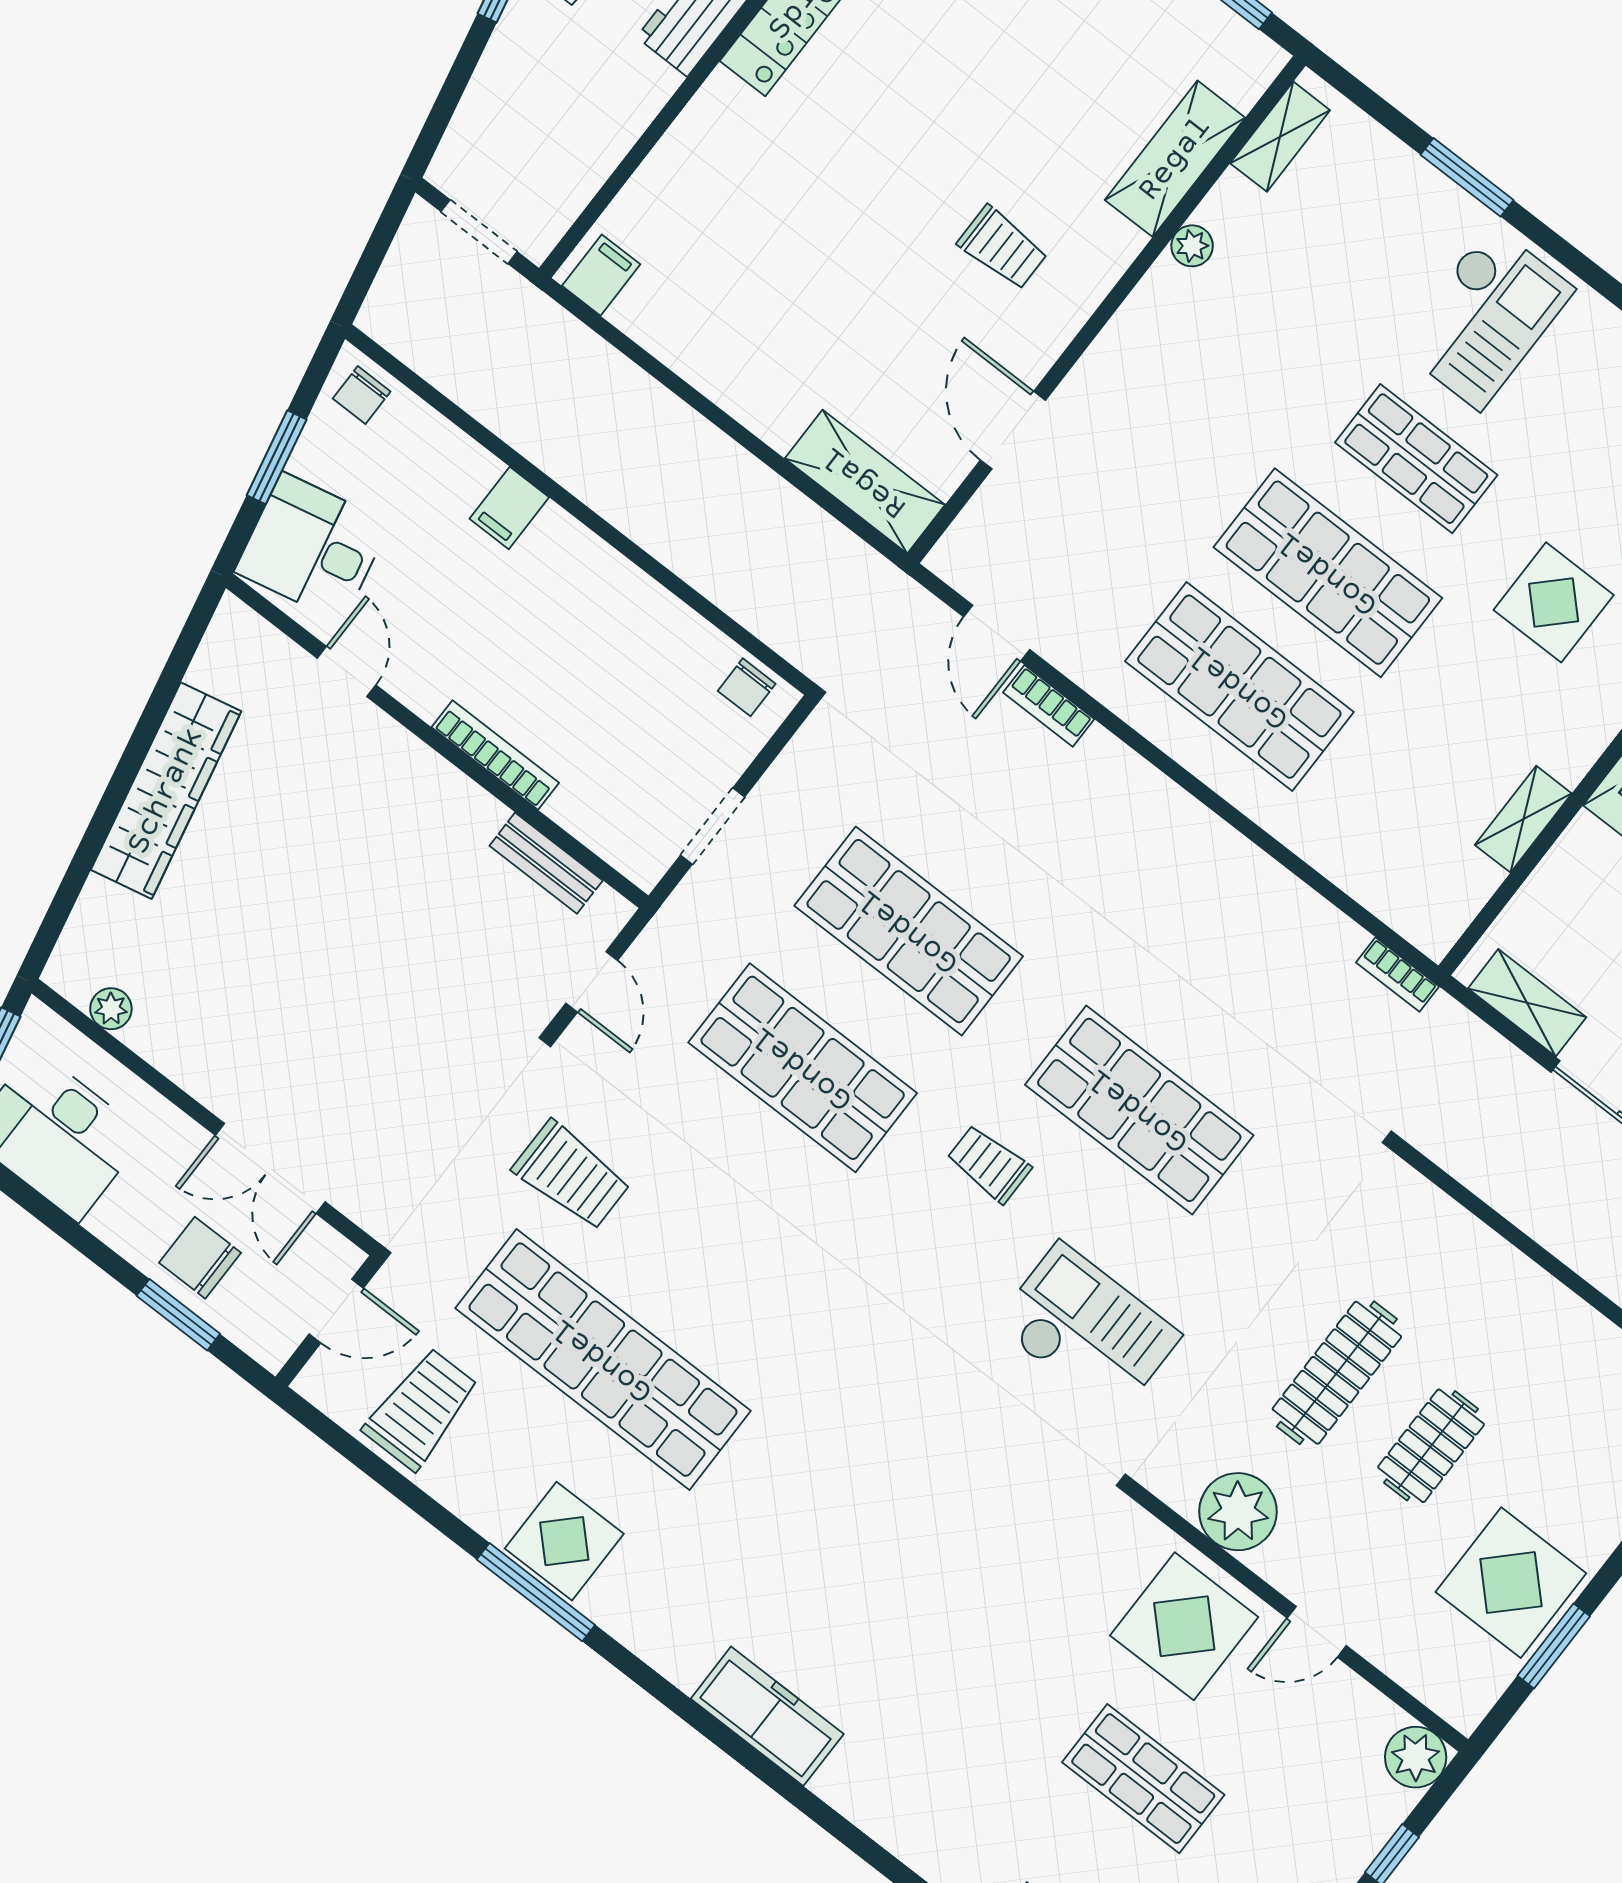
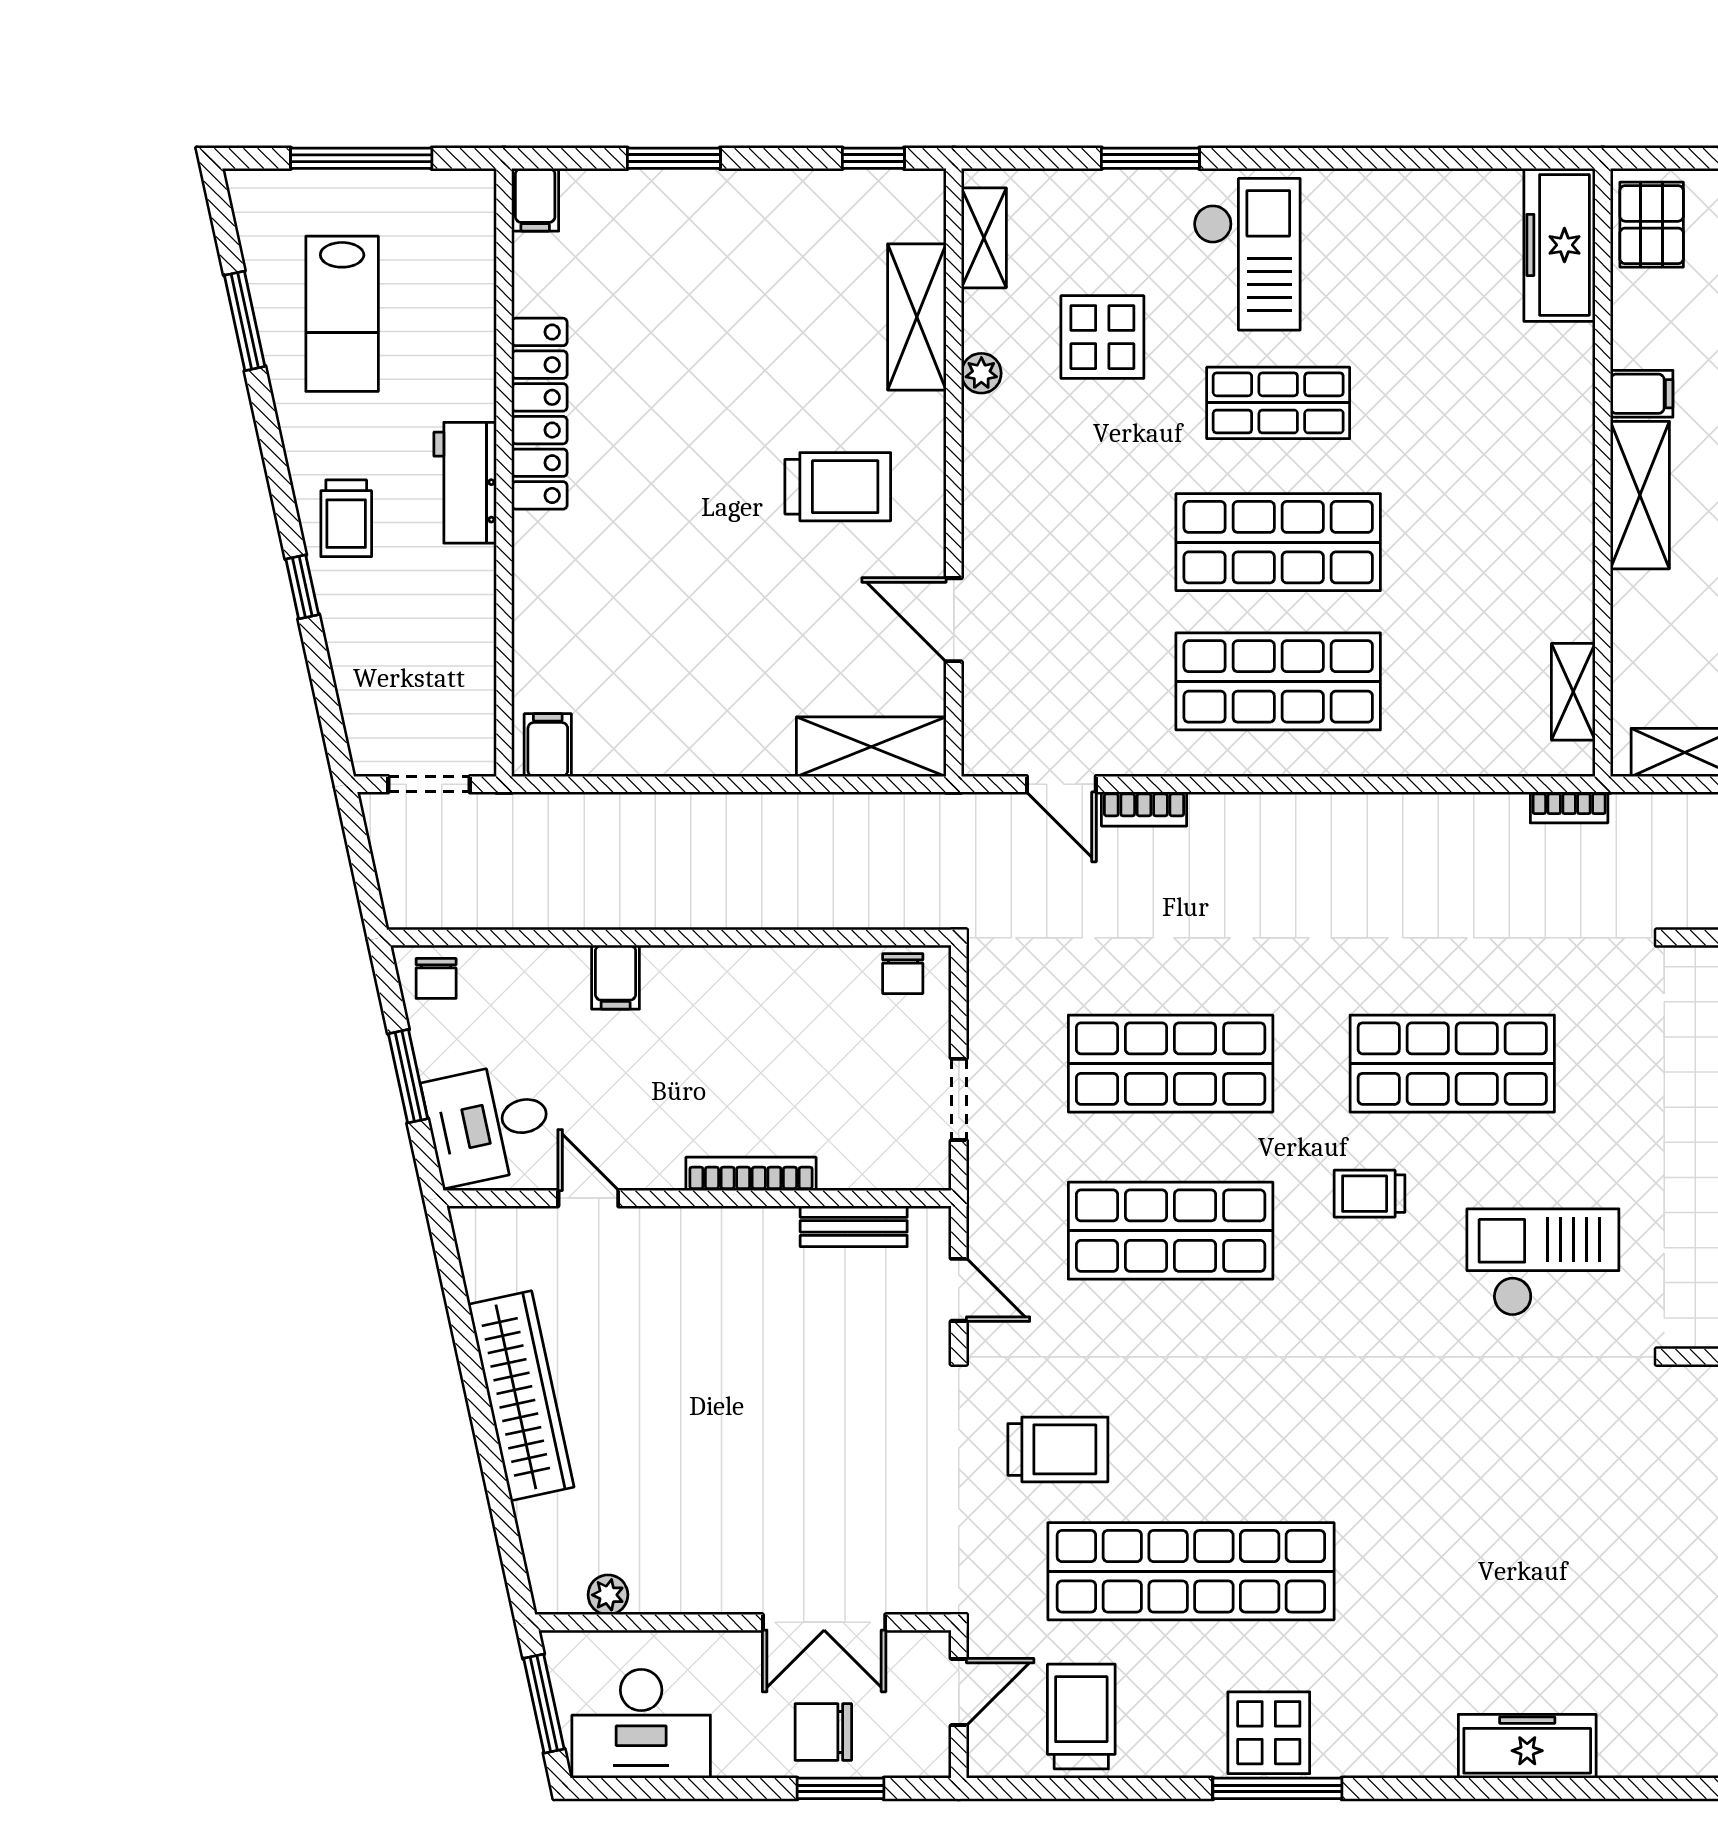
trolley: (1003, 248) -> (838, 487), width x1.36, depth x1.39
display table: (1554, 602) -> (1102, 337), moved
shelving: (1523, 819) -> (1573, 692), moved

